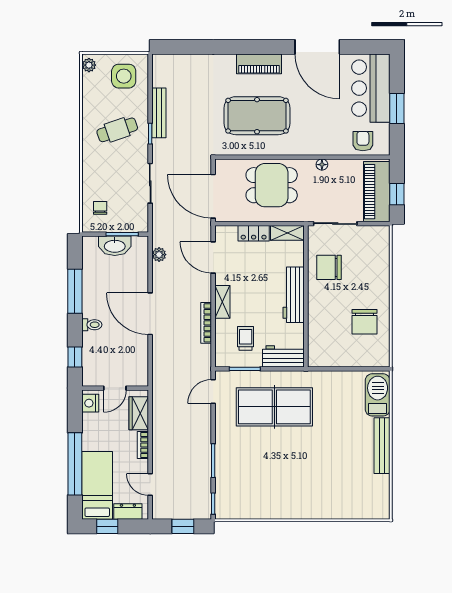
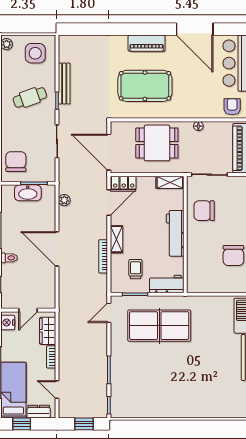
chair: (100, 208) -> (16, 162), width x1.87, depth x1.87
locker: (254, 233) -> (124, 183), moved
door: (213, 258) -> (109, 203), swing flipped

